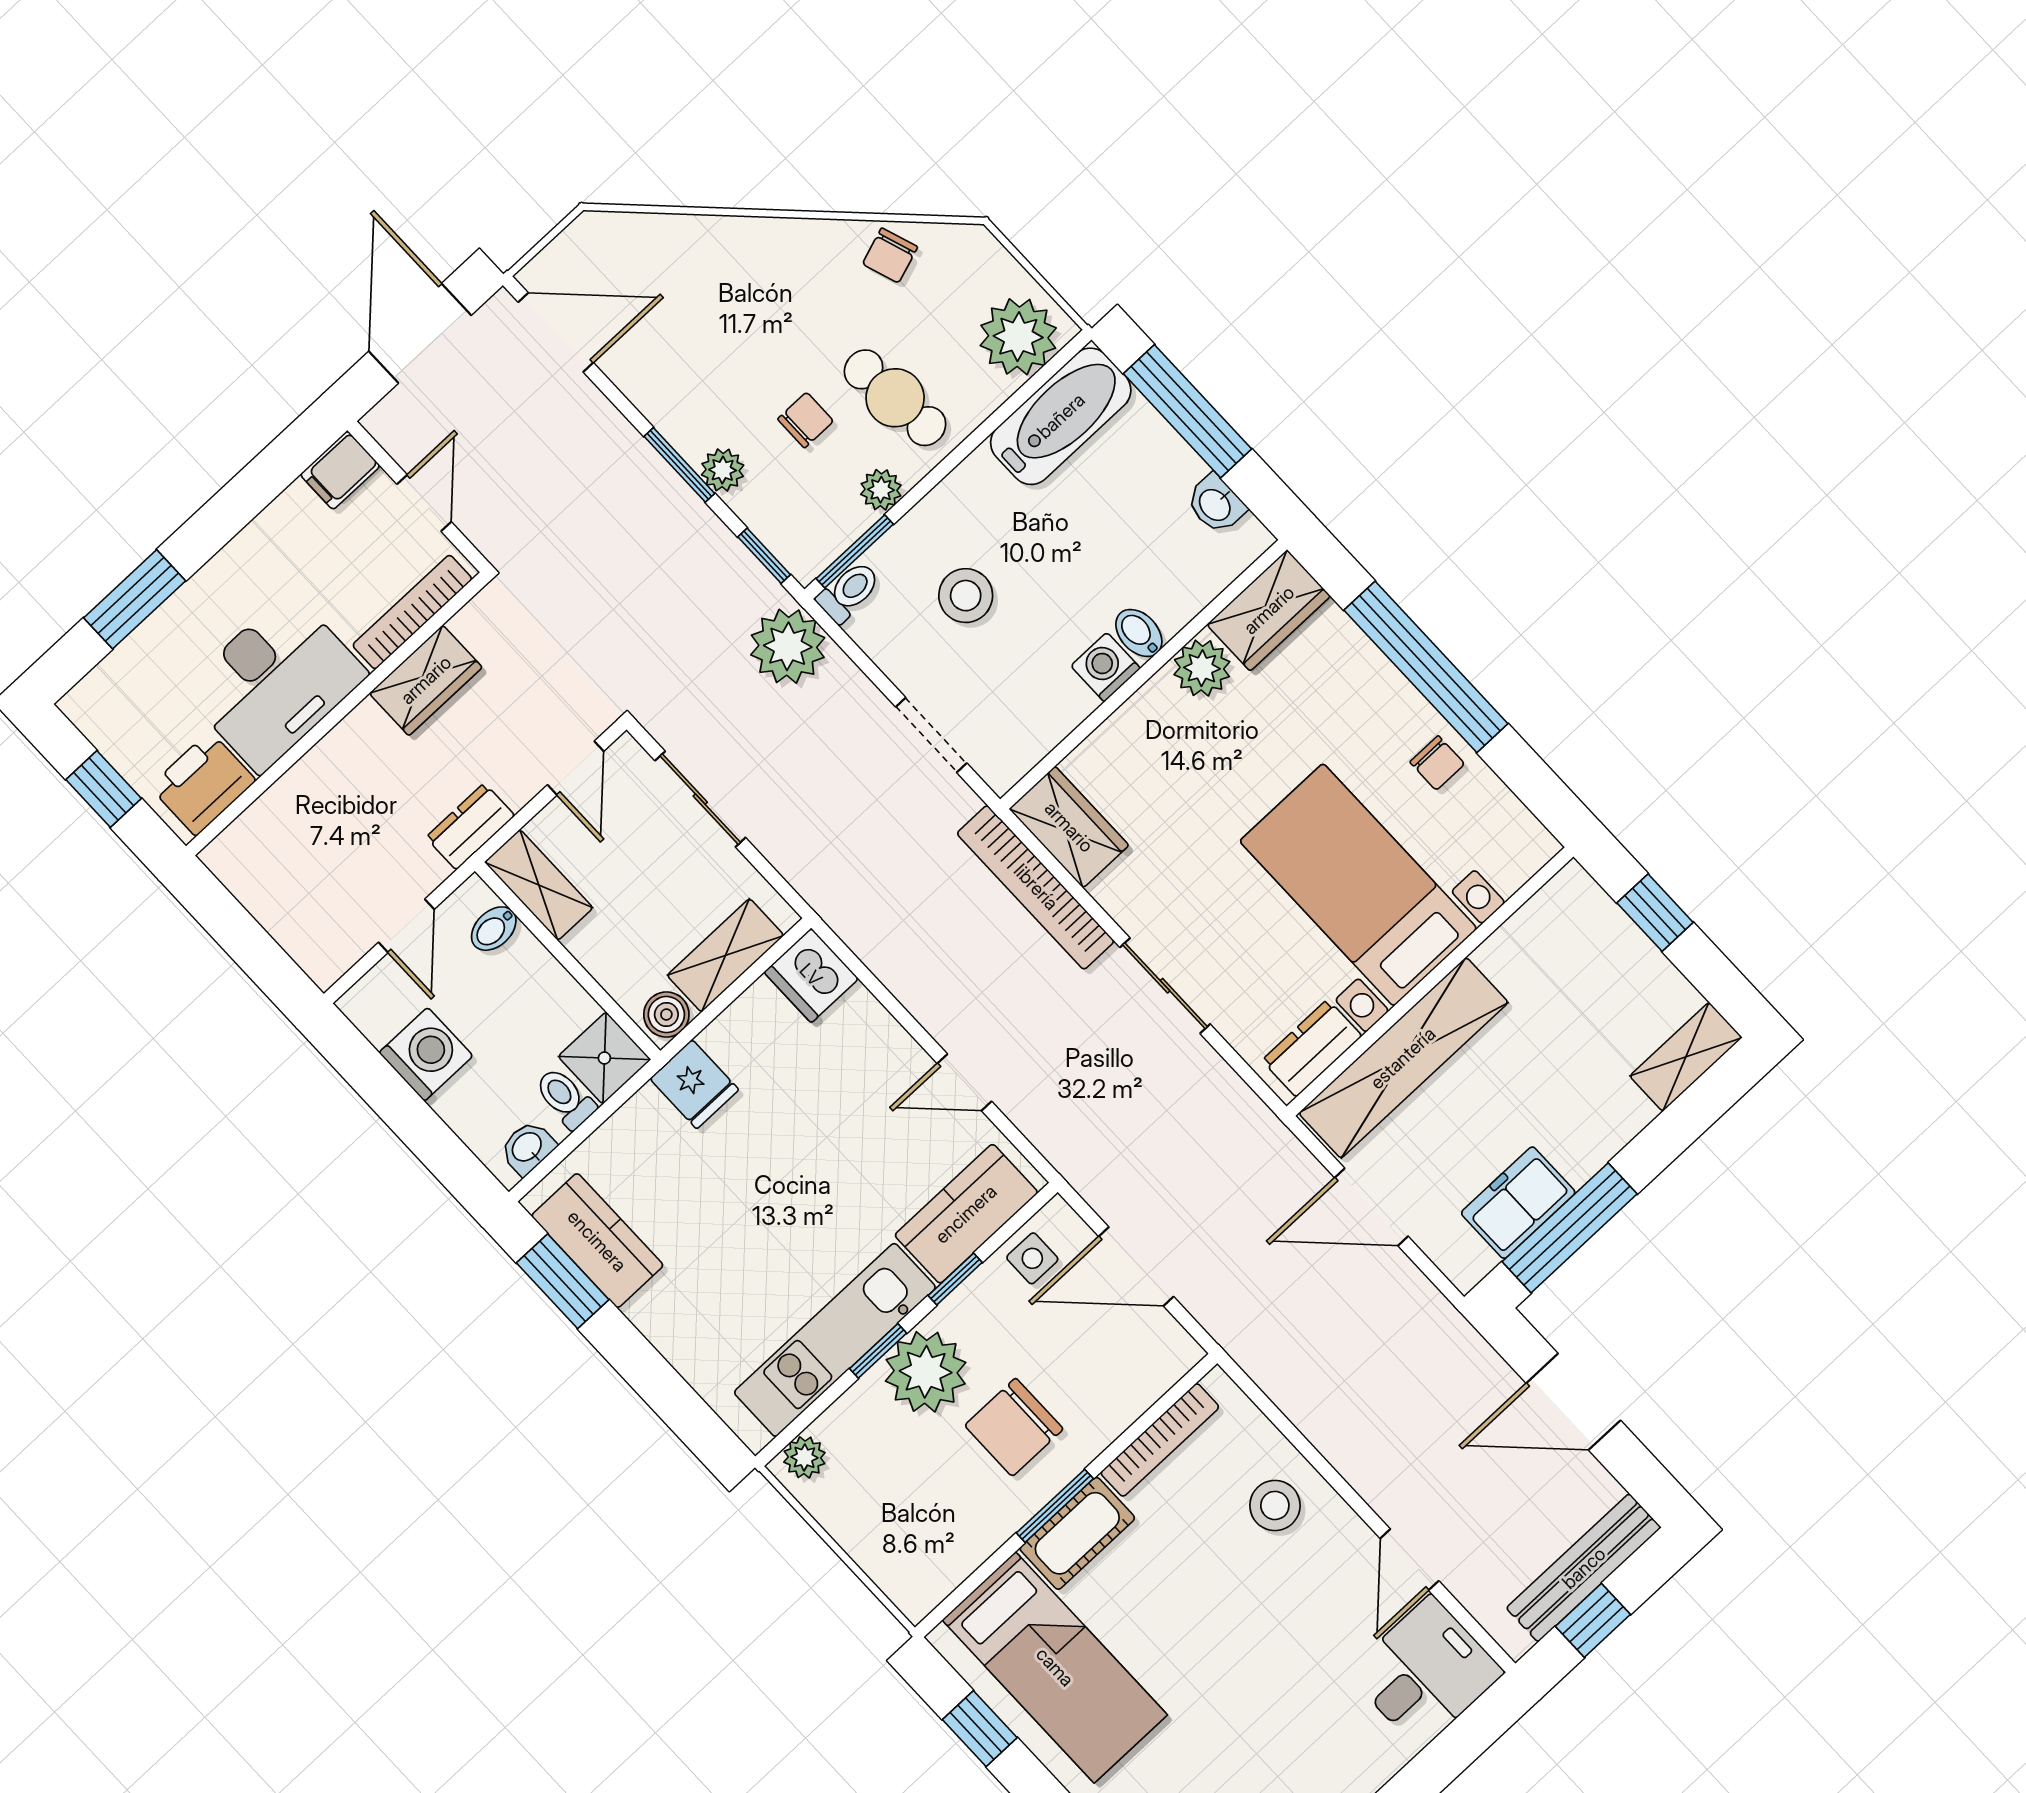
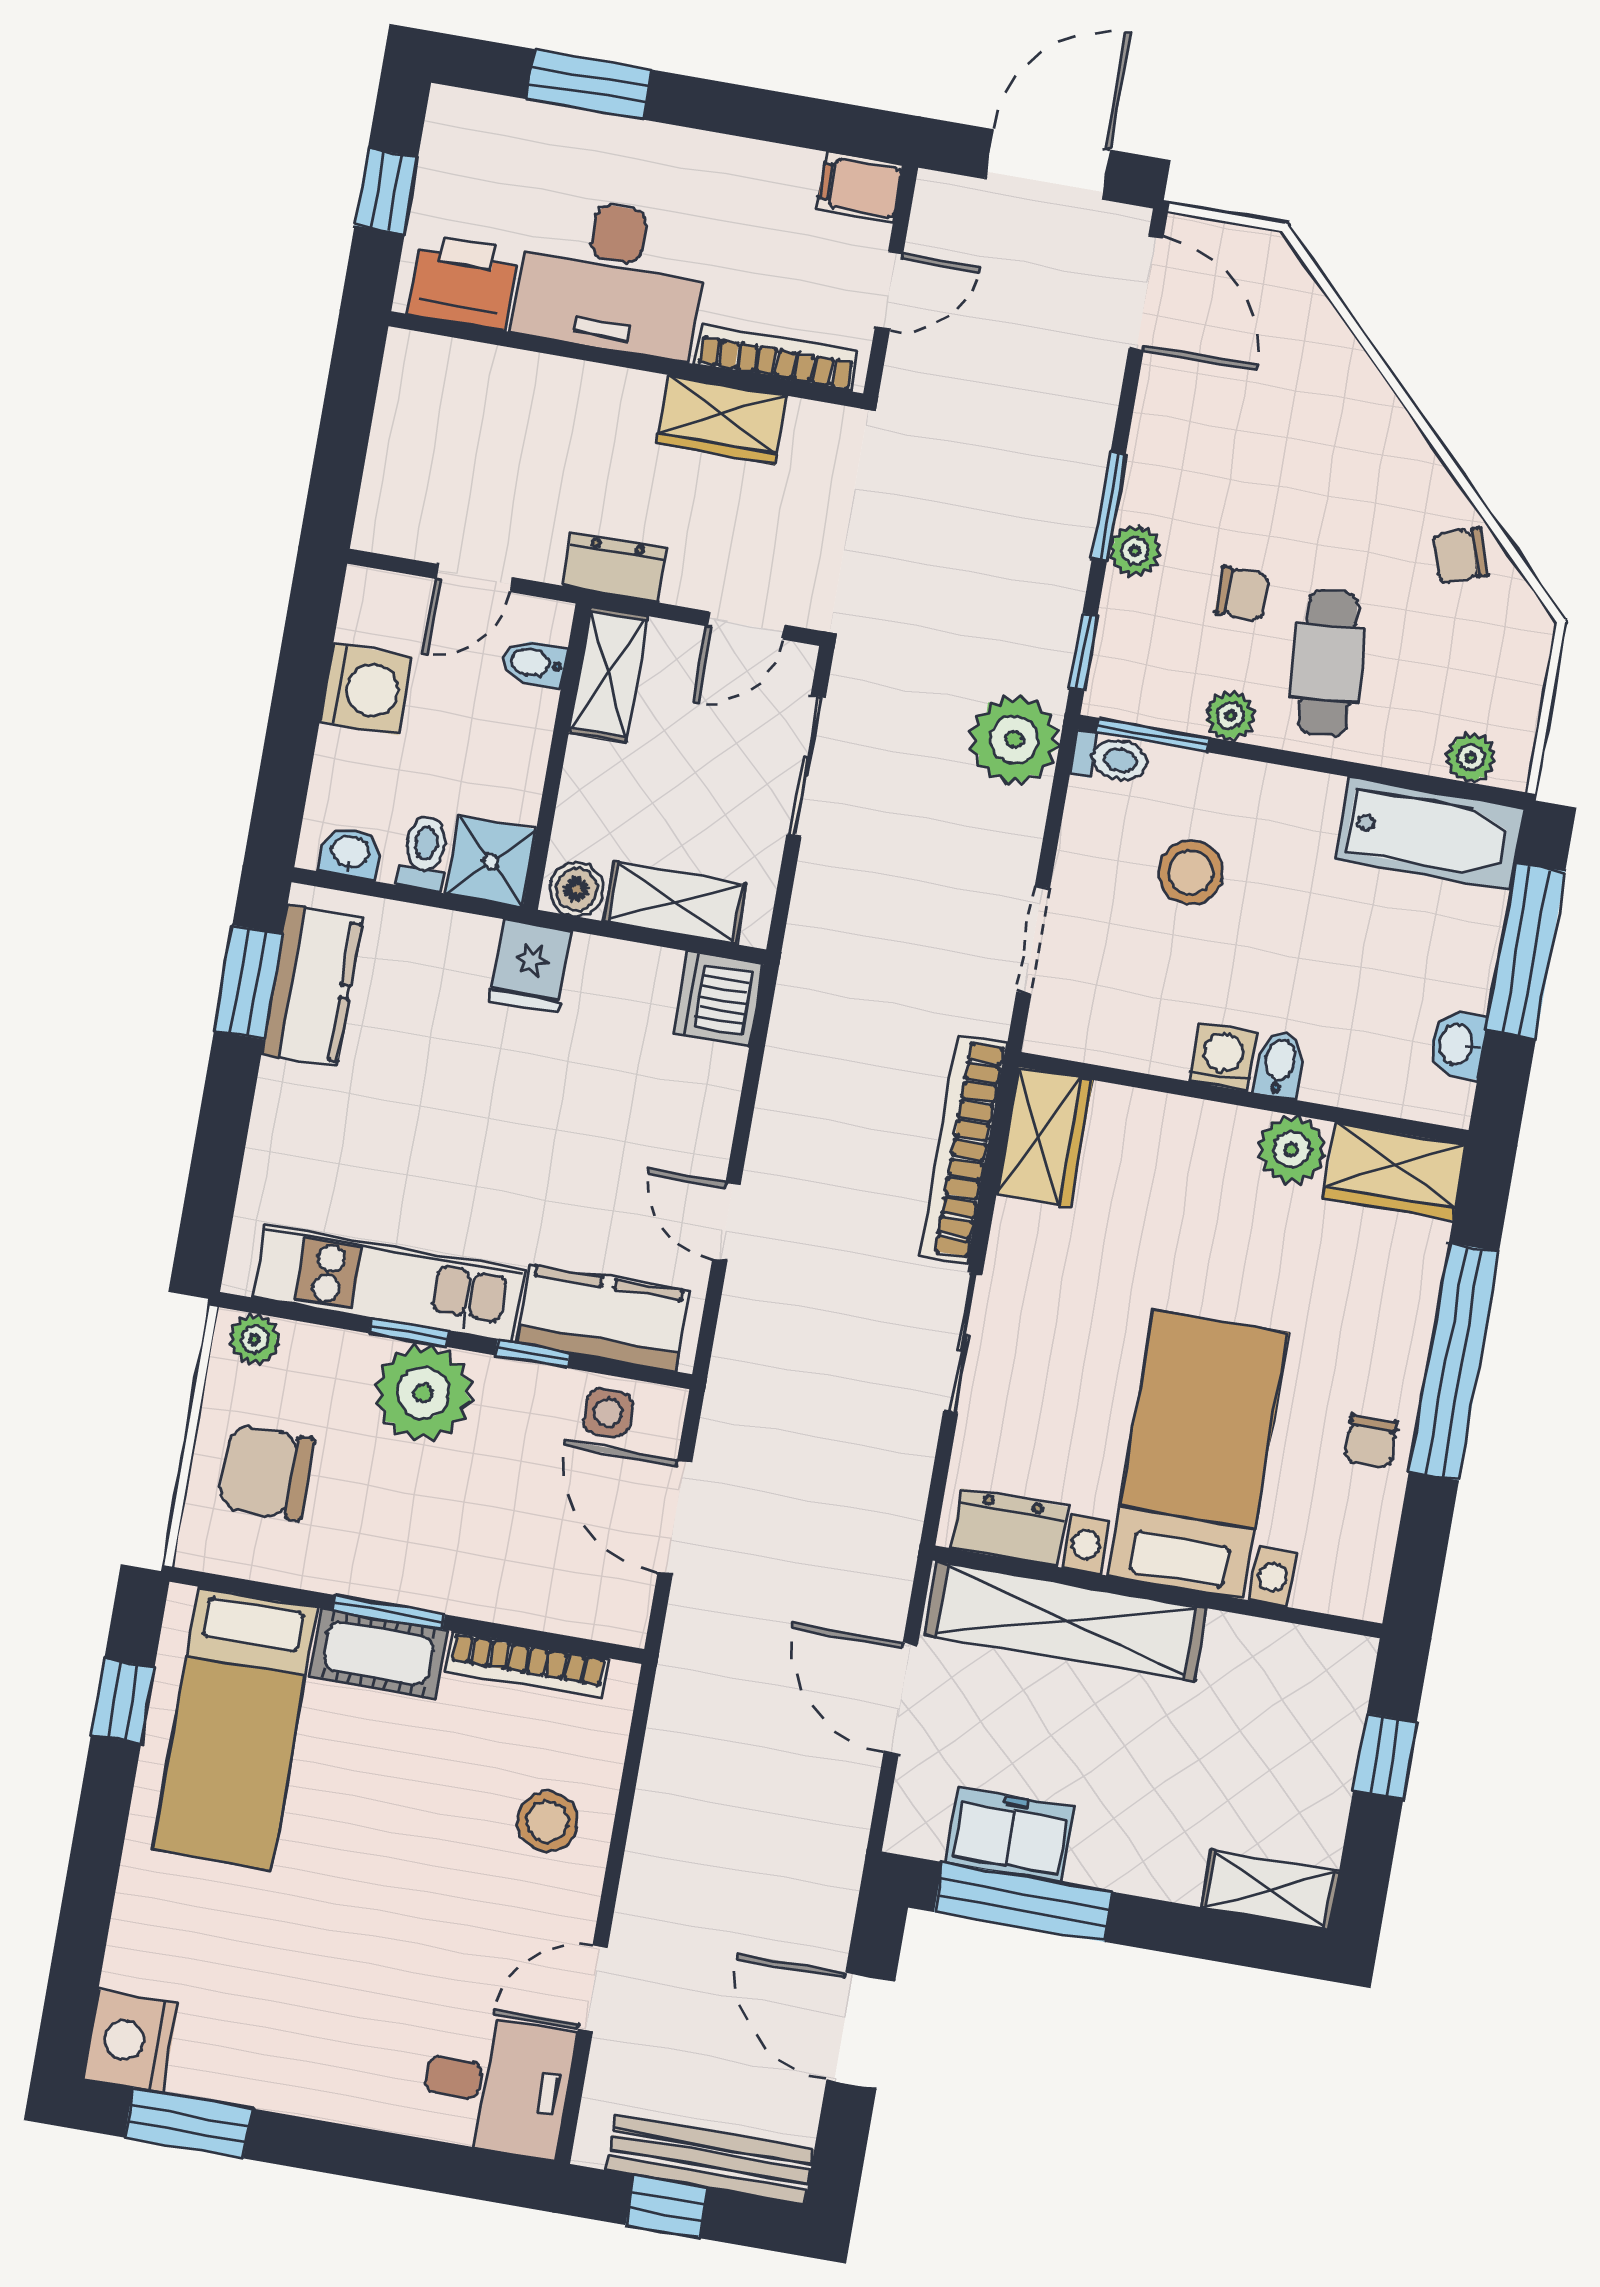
plant: (1018, 337) -> (1471, 758), width x0.53, depth x0.53
chair: (1014, 1427) -> (266, 1473), moved

